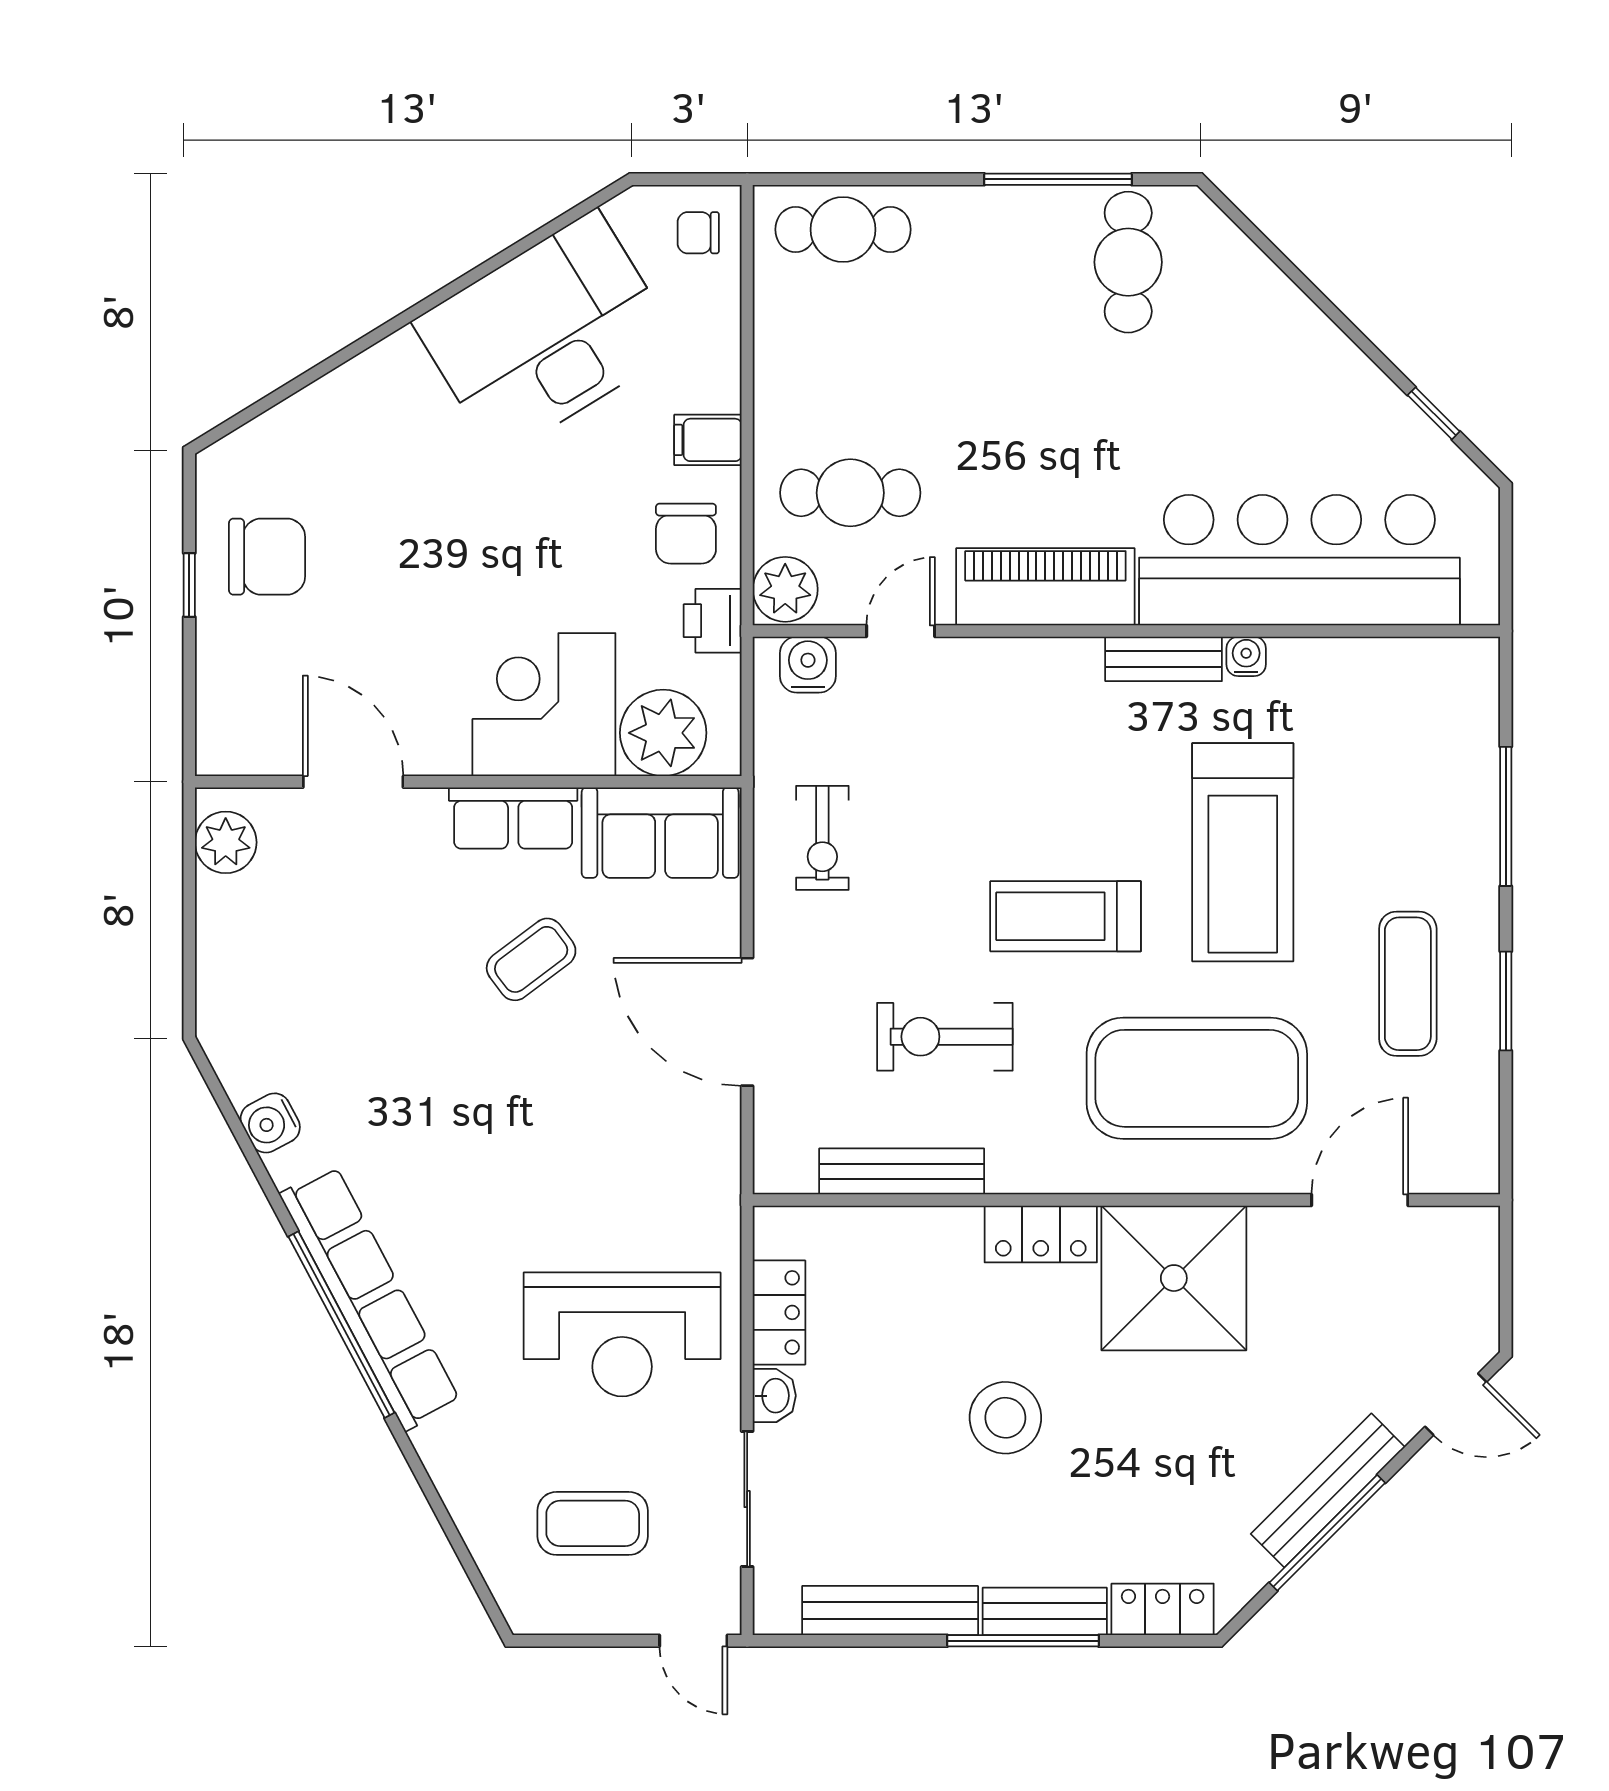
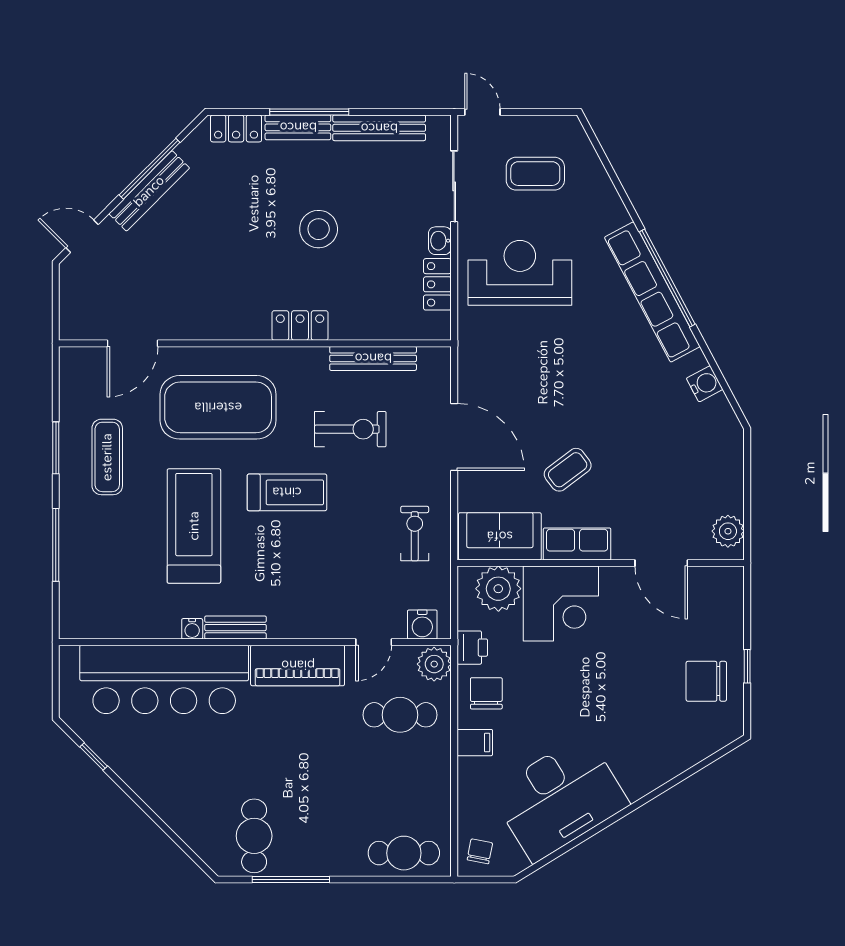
chair: (698, 233) -> (480, 851), turned -79
shower: (1174, 1278) -> (230, 302), removed

